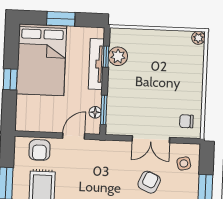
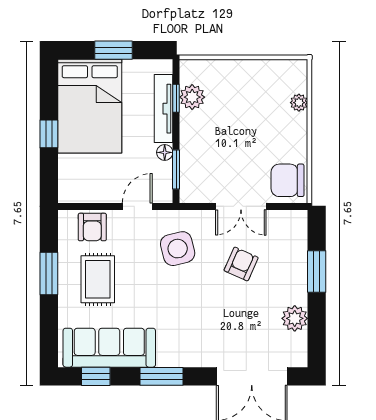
plant: (198, 38) -> (299, 103), moved
floor lamp: (95, 112) -> (165, 152), moved
chair: (186, 121) -> (288, 180), width x1.87, depth x1.87
side table: (184, 163) -> (178, 249), moved, width x1.87, depth x1.87

